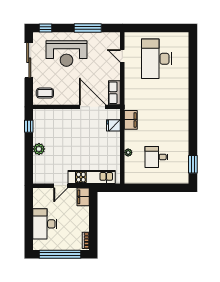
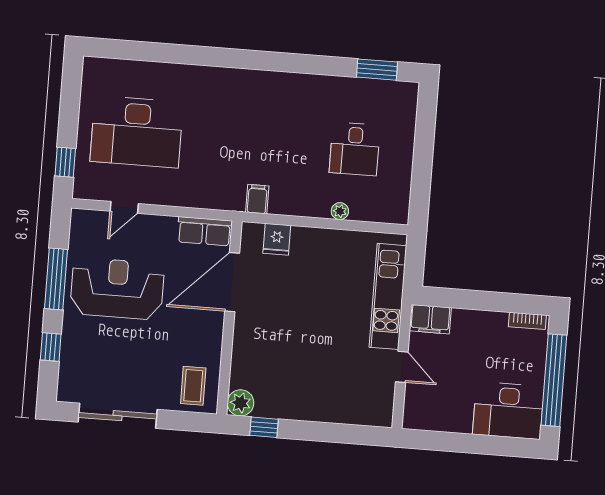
window: (45, 28) -> (51, 347), moved
window: (140, 28) -> (65, 162), added
reception desk: (66, 53) -> (117, 289), moved, turned -90
filing cabinet: (131, 120) -> (257, 199), width x0.50
plant: (39, 149) -> (241, 403), moved
desk: (45, 224) -> (508, 411), moved

